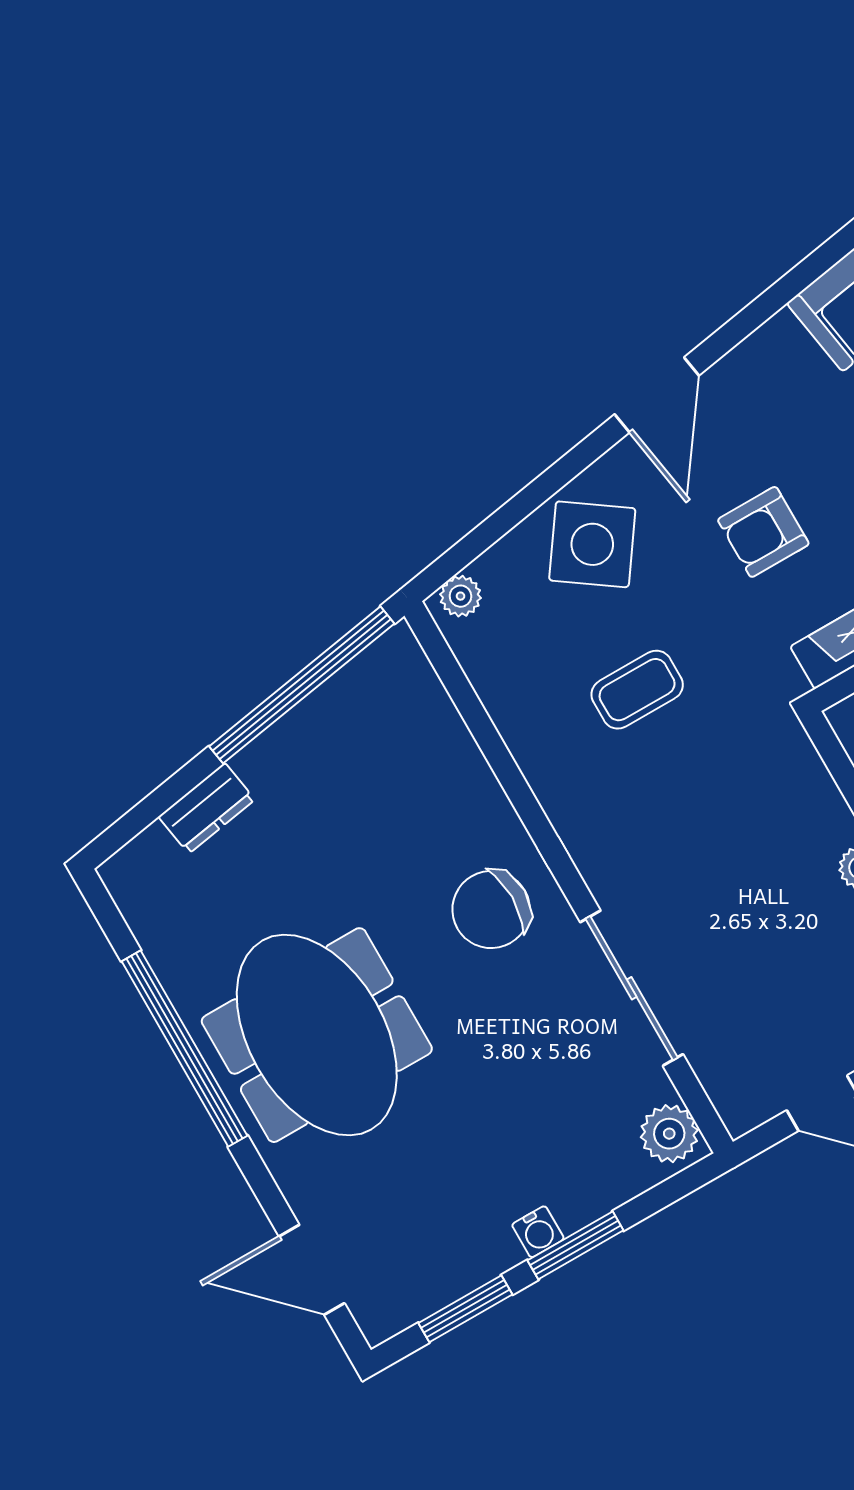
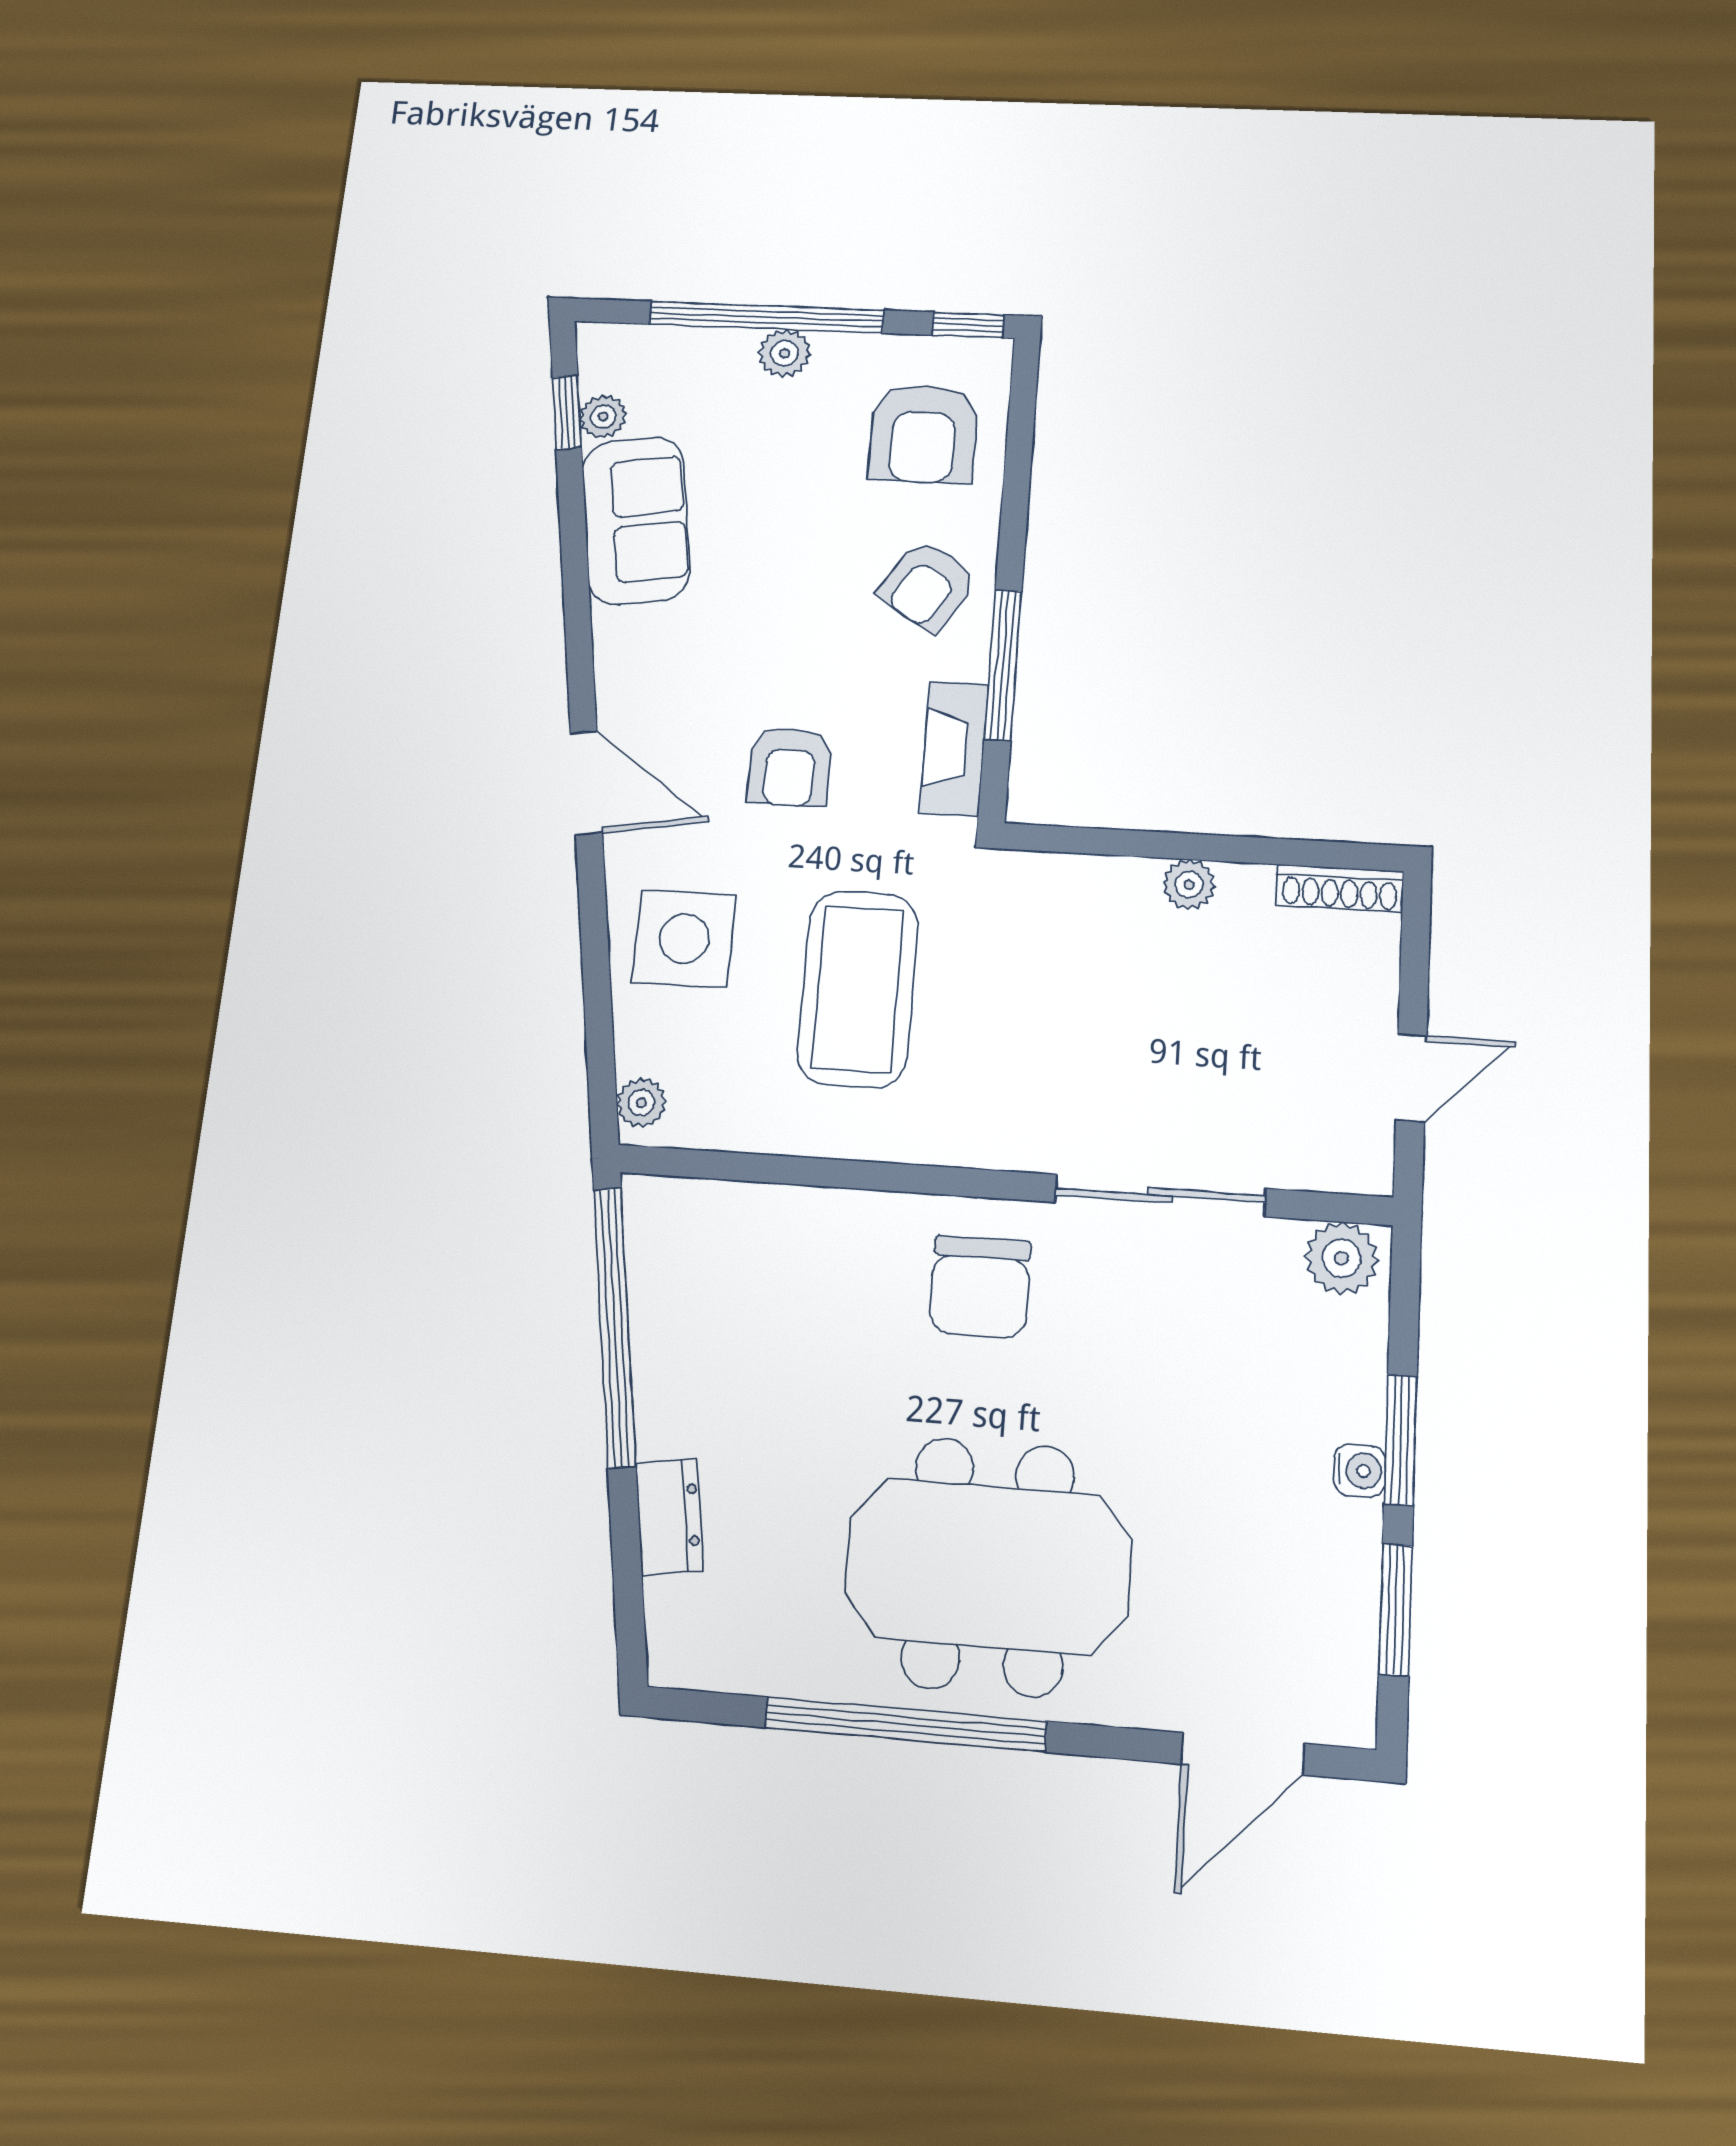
side table: (592, 544) -> (684, 939), turned -35
coffee table: (637, 690) -> (858, 989), width x1.86, depth x1.72

